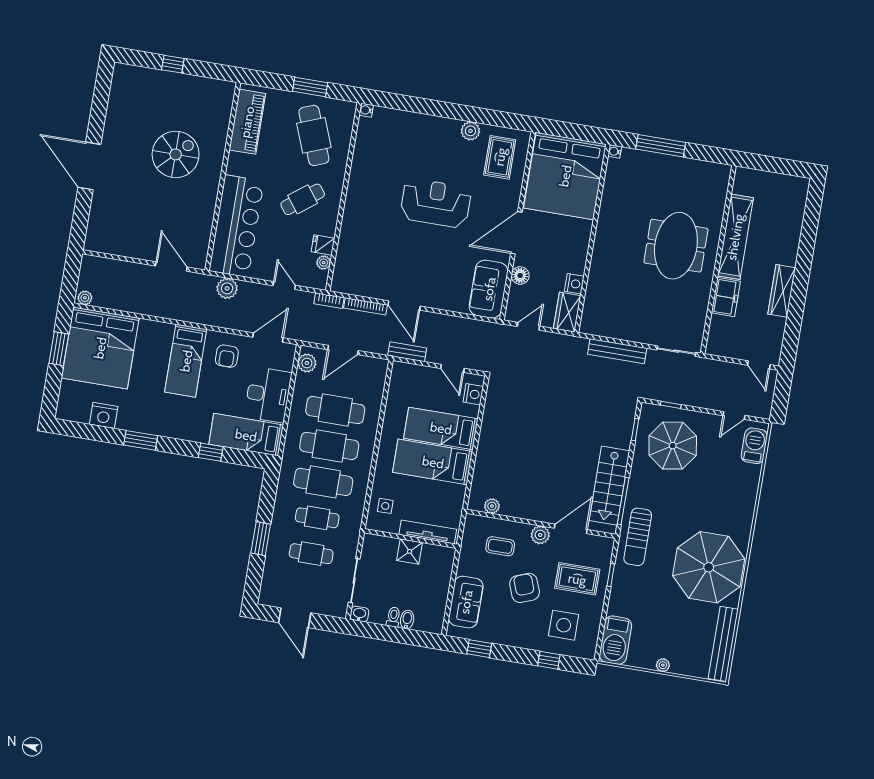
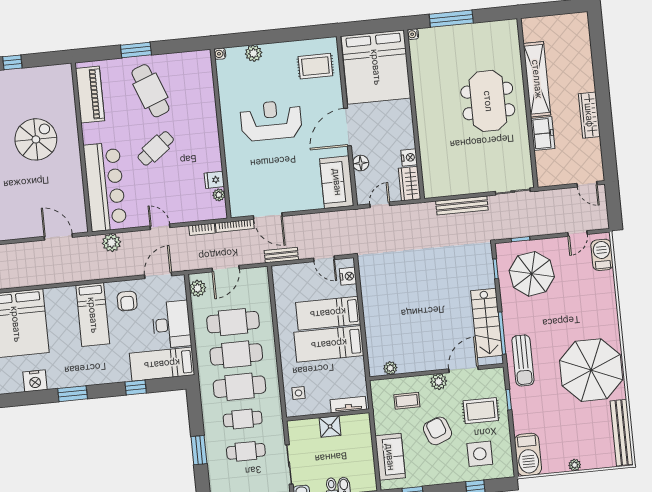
water cooler: (366, 110) -> (220, 54), moved
plant: (470, 131) -> (254, 53), moved
rug: (500, 157) -> (315, 66), turned 90
wall: (344, 197) -> (221, 134), moved
fridge: (323, 245) -> (214, 180), moved
plant: (324, 263) -> (219, 195), moved
tv unit: (428, 532) -> (348, 405), width x0.71

